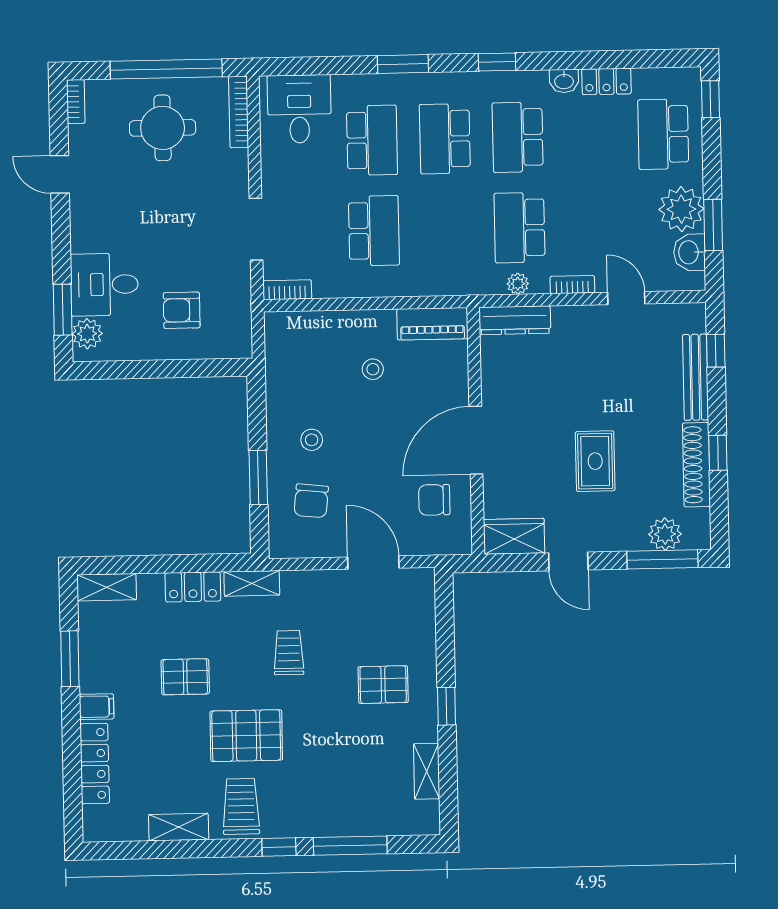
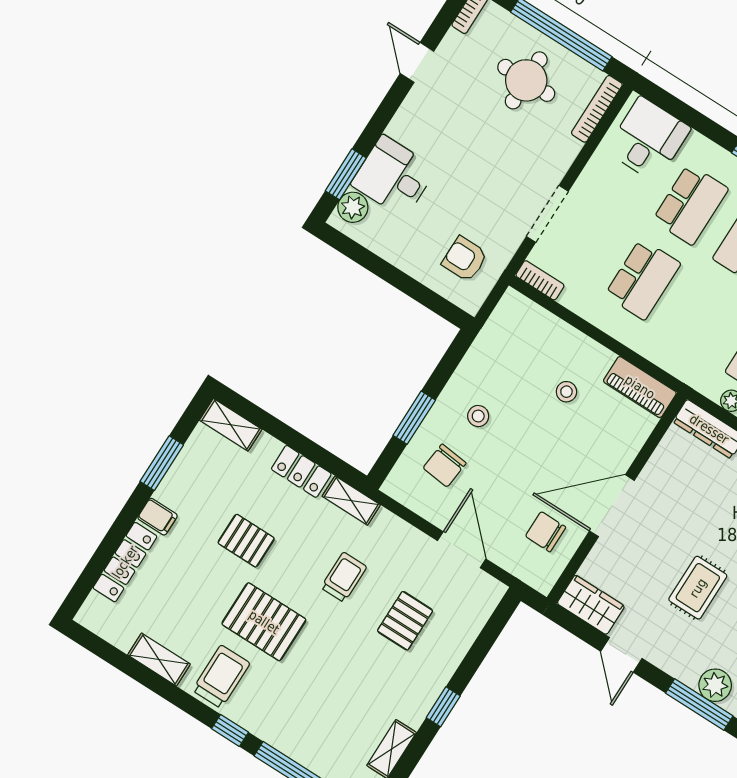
armchair: (182, 310) -> (465, 259), moved
pallet: (383, 685) -> (405, 621), moved, turned 90

